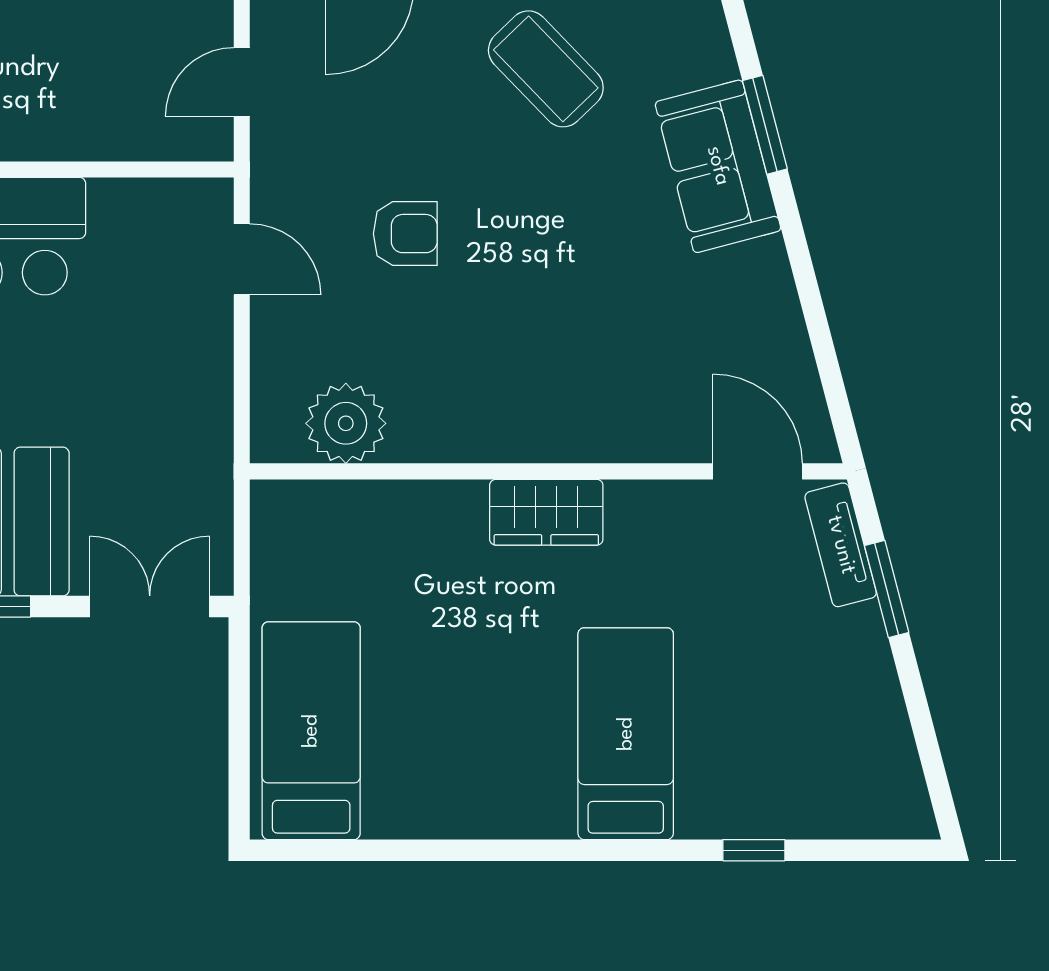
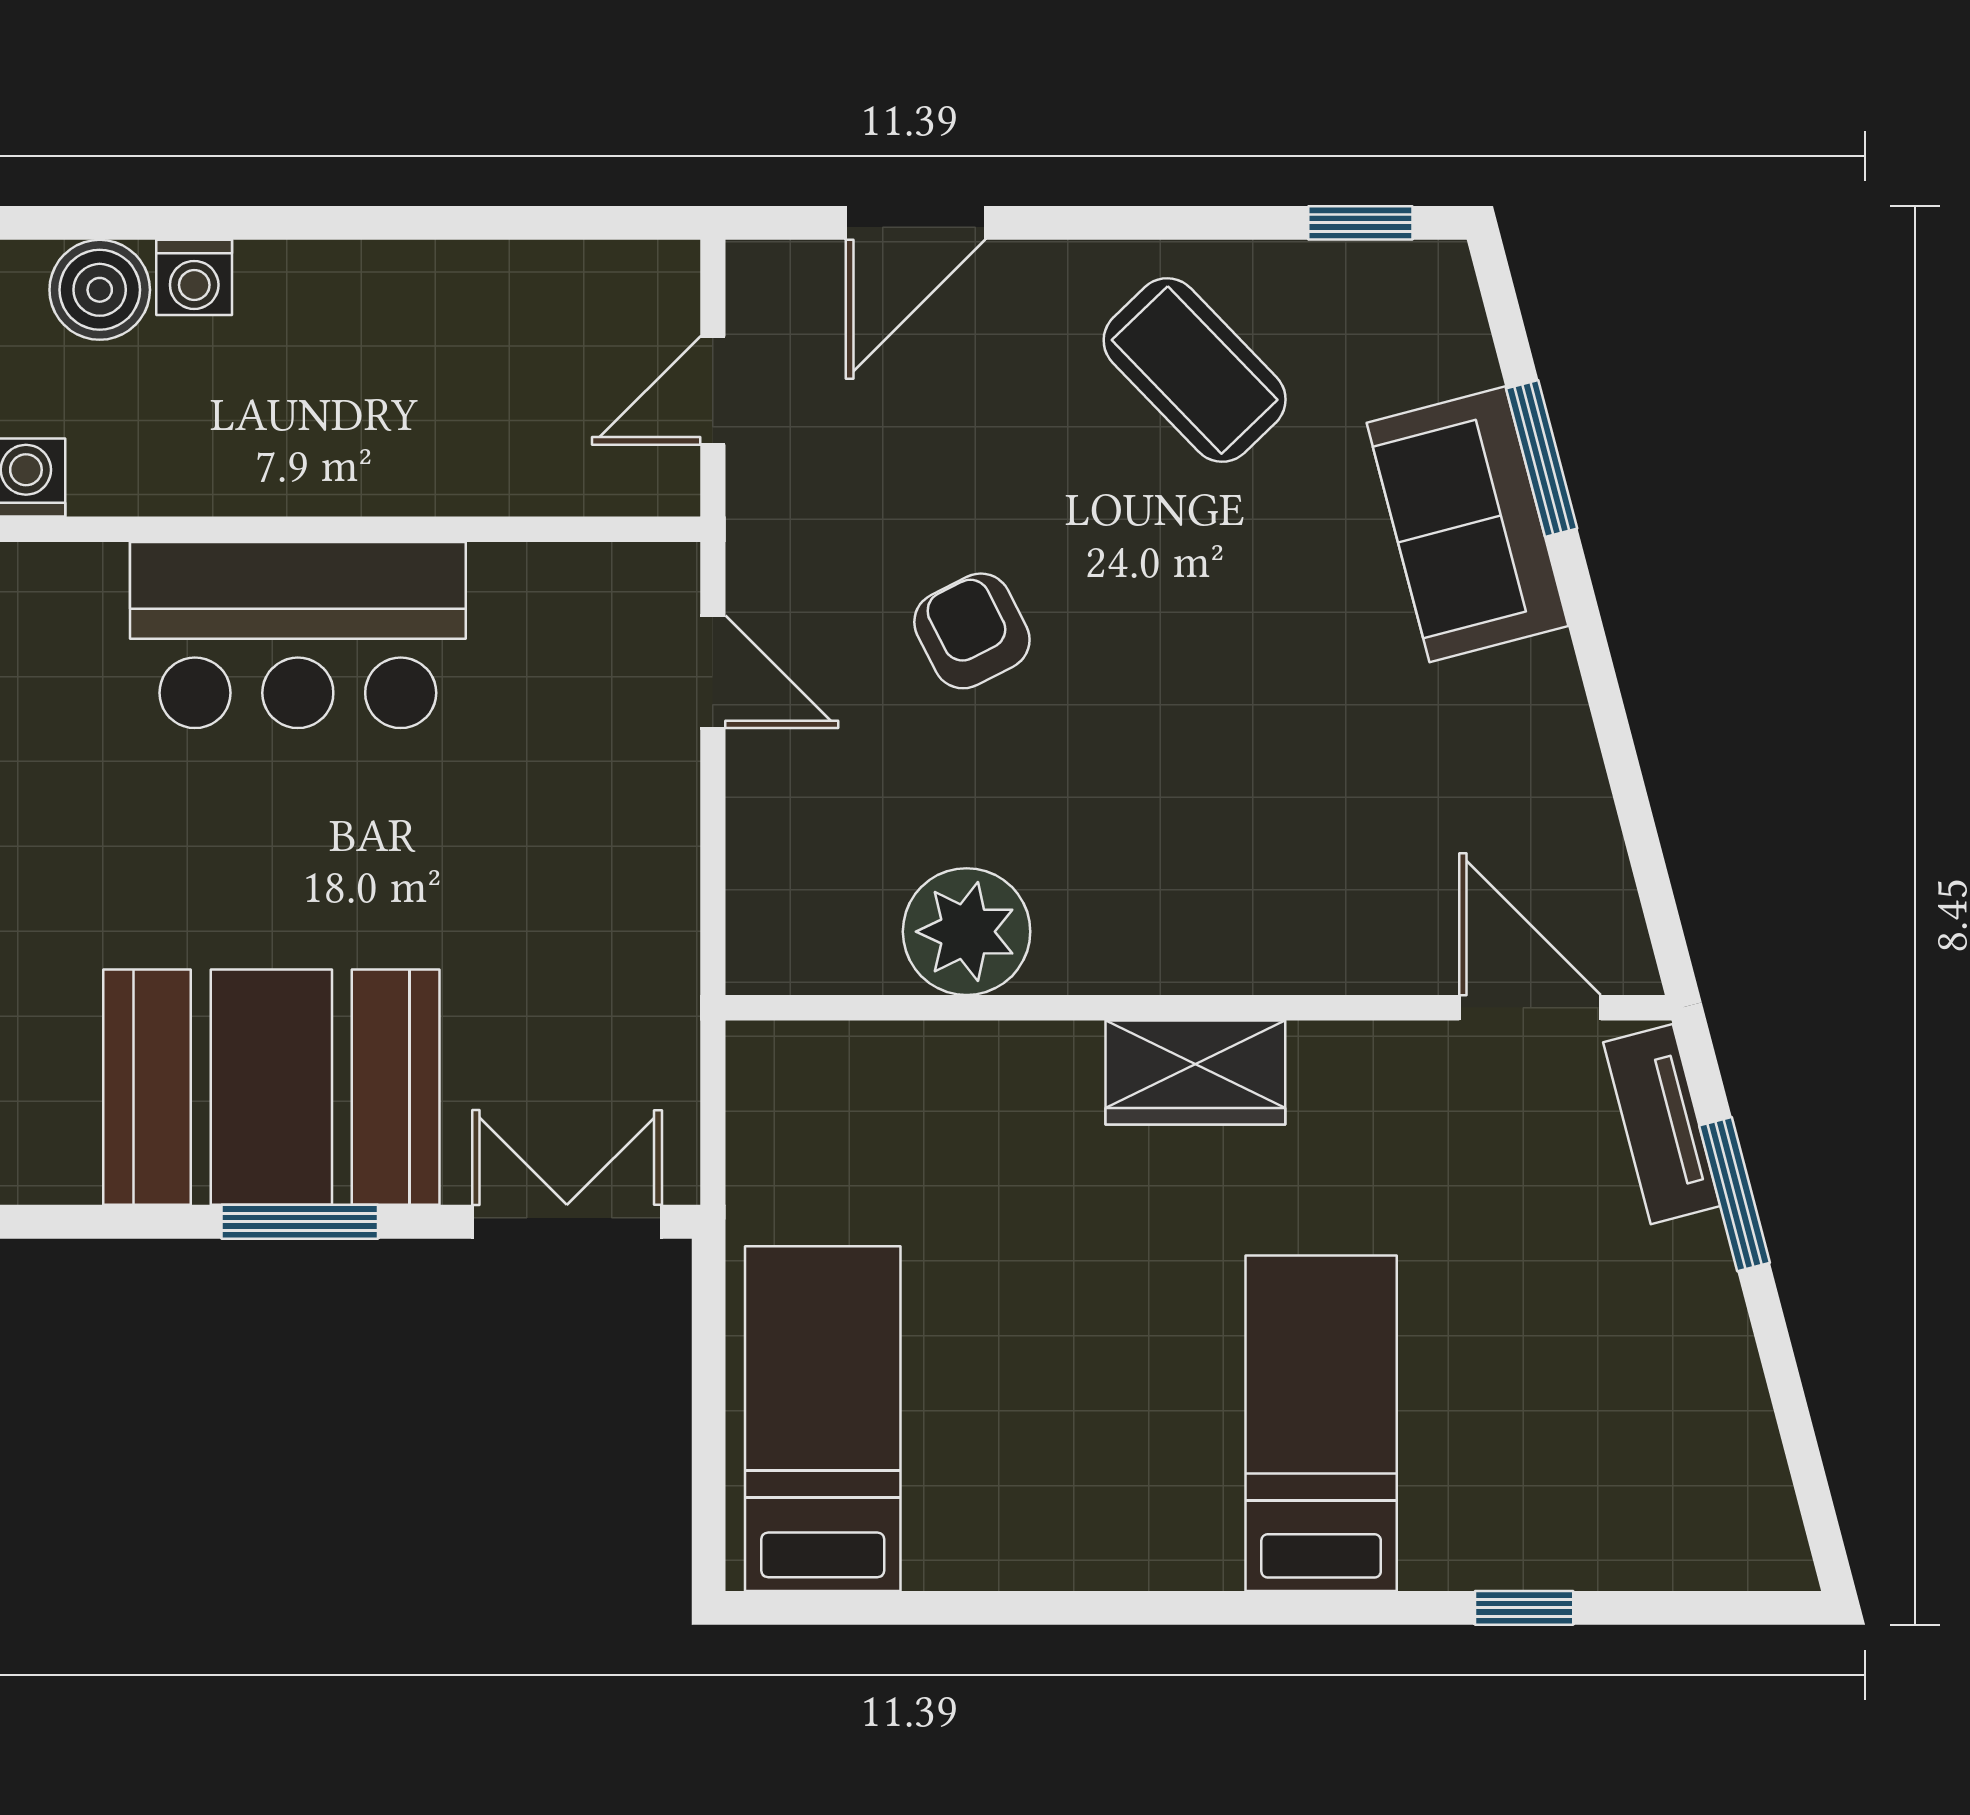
armchair: (405, 234) -> (972, 631), turned -117
plant: (346, 423) -> (967, 932), moved

